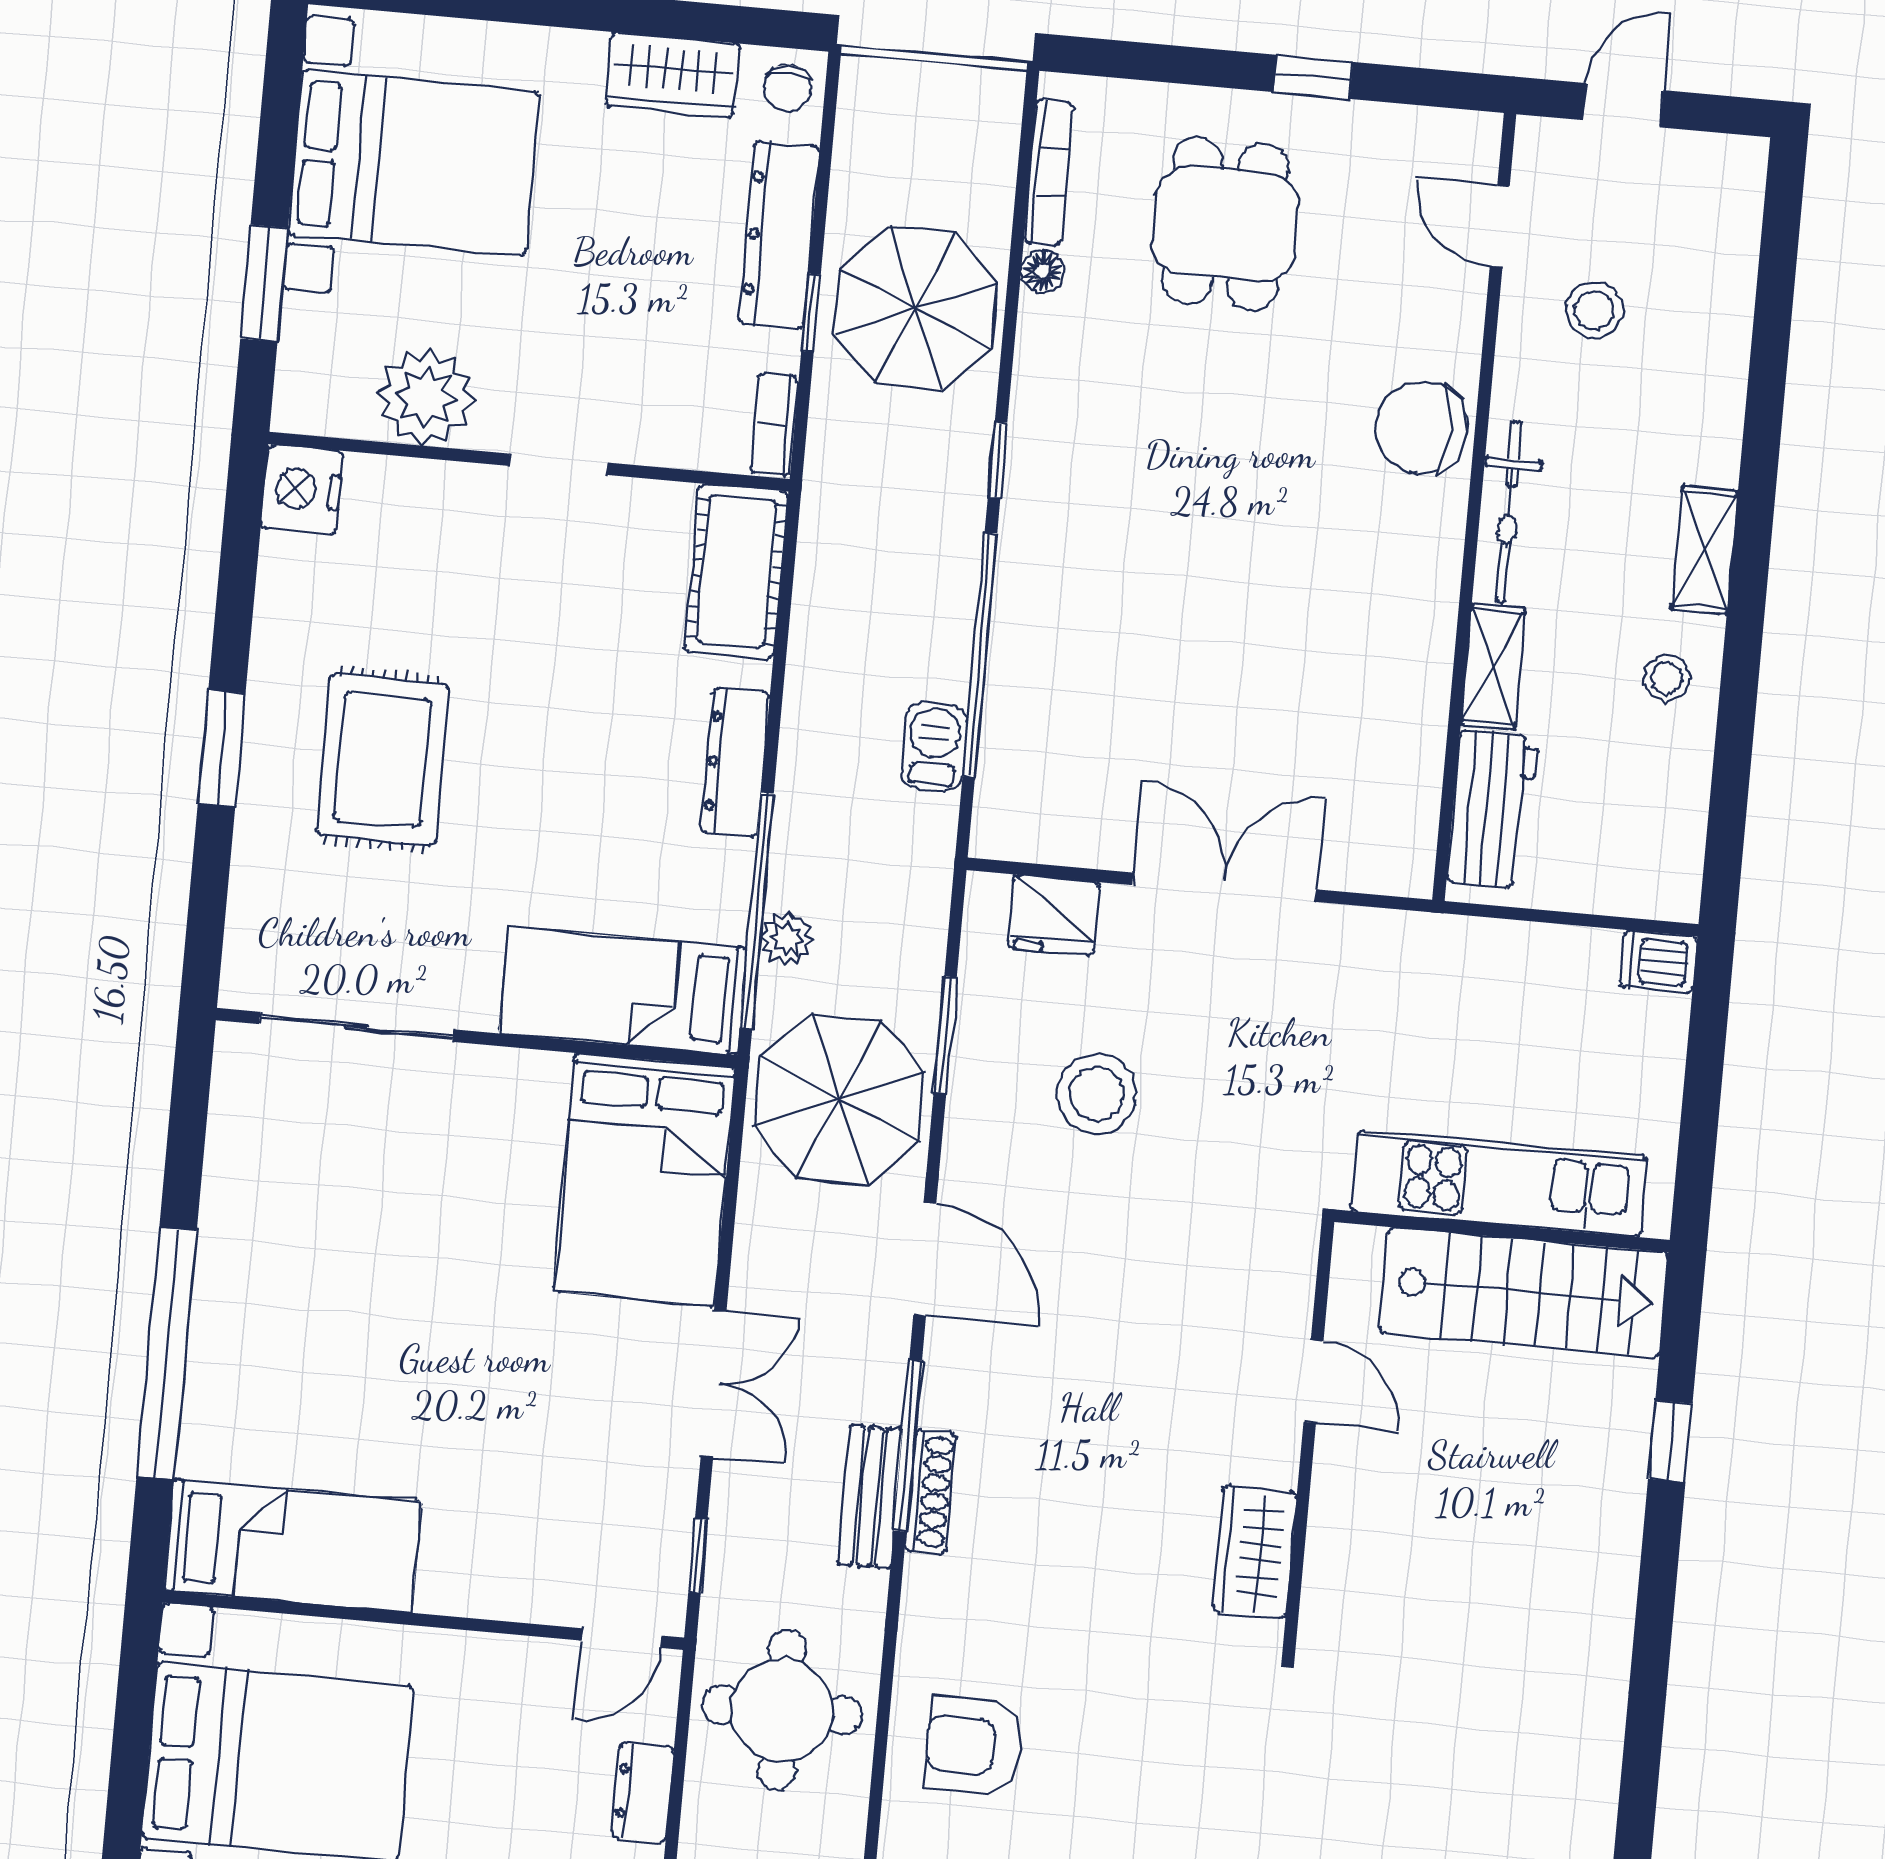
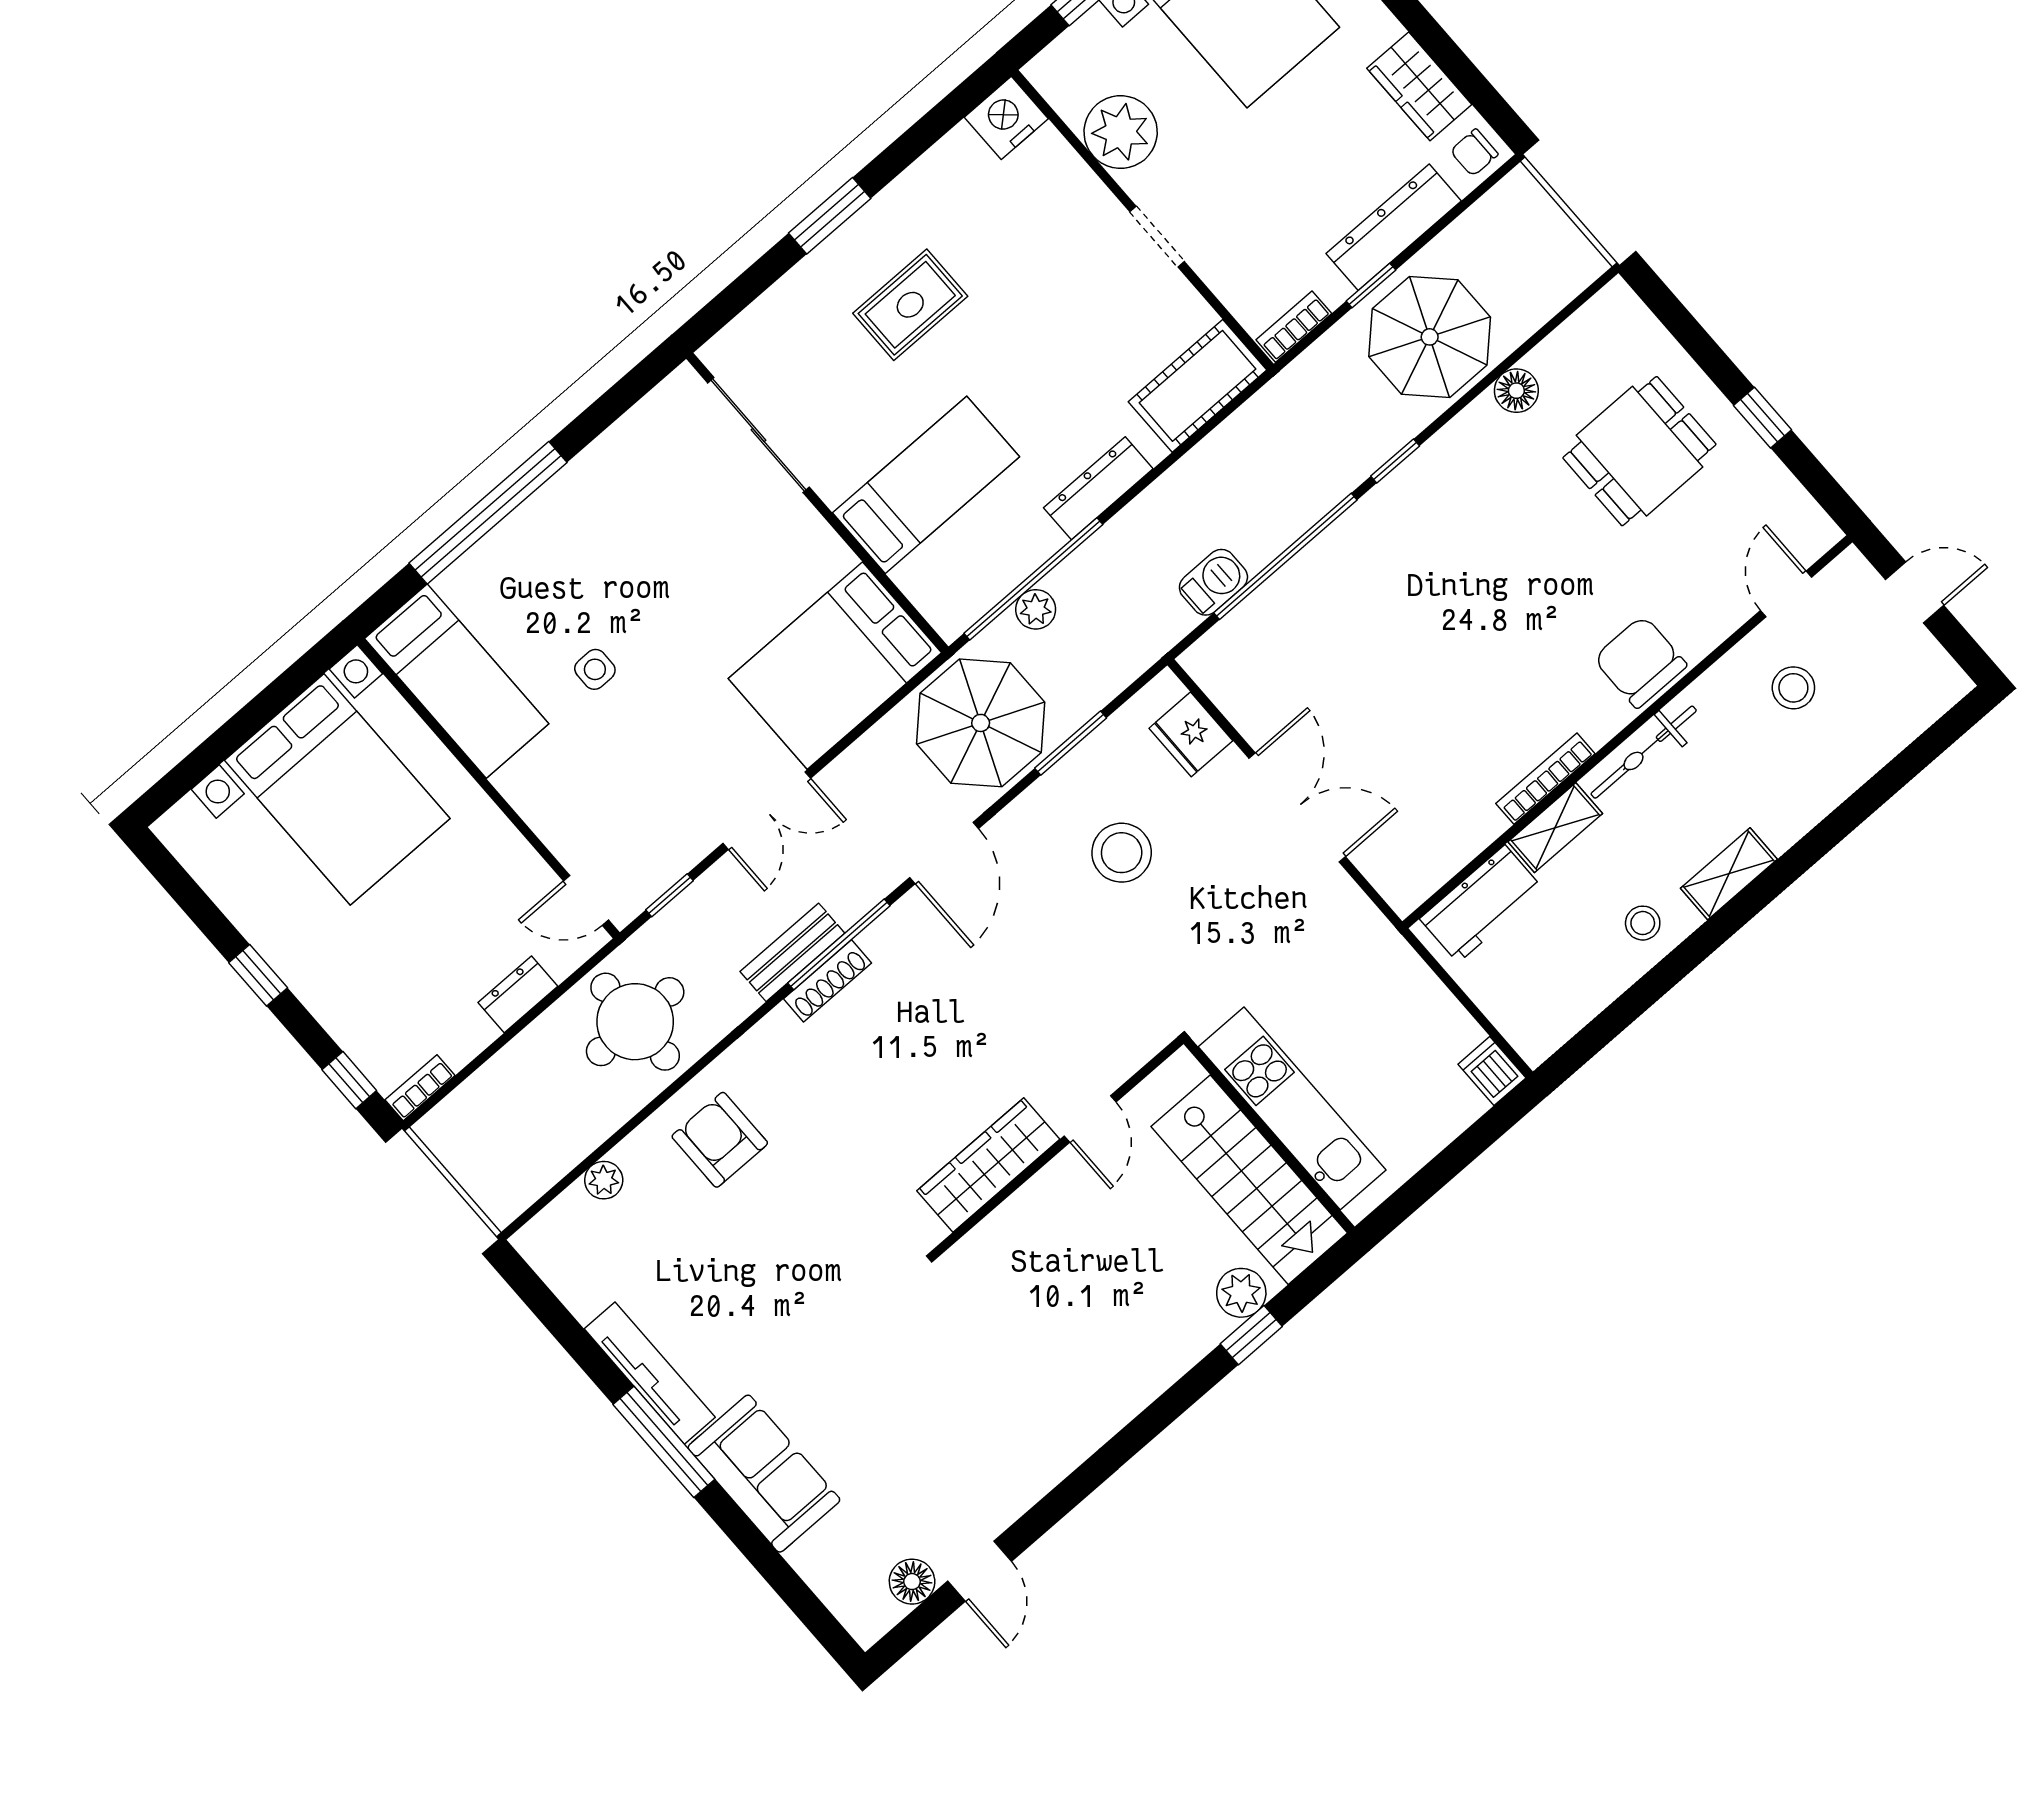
bookcase: (1049, 172) -> (1545, 779), moved, turned 180
floor lamp: (1042, 271) -> (1516, 391), width x1.37, depth x1.37
rug: (382, 760) -> (910, 305), width x0.73, depth x0.70
bed: (623, 991) -> (926, 485), moved, turned 90
side table: (416, 1406) -> (595, 669), added
plant: (1621, 1409) -> (1241, 1293), added
wardrobe: (1255, 1552) -> (988, 1165), width x1.50

